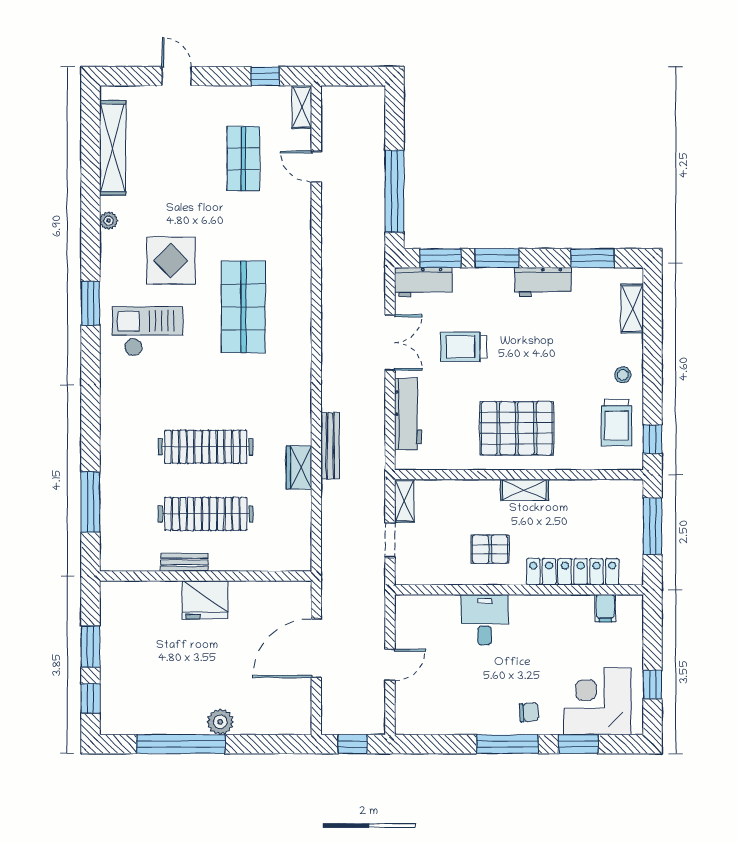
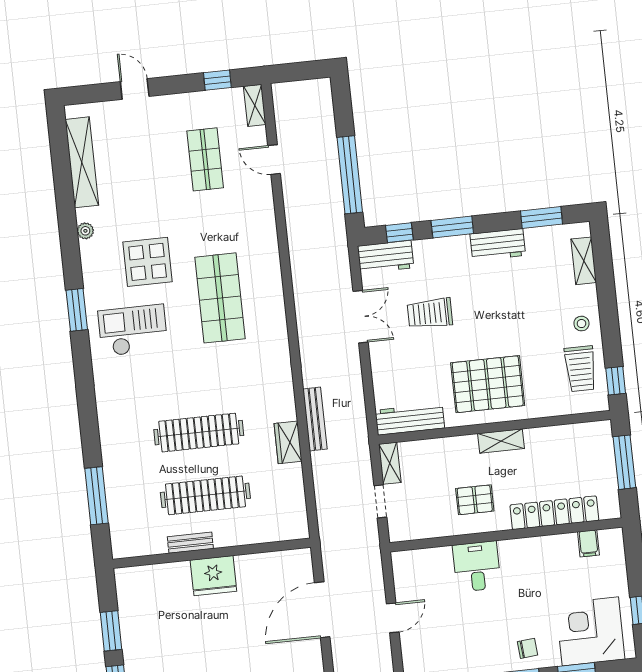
window: (440, 258) -> (399, 233), width x0.67
workbench: (408, 414) -> (410, 419), moved, turned -90

